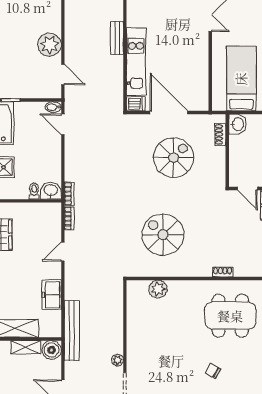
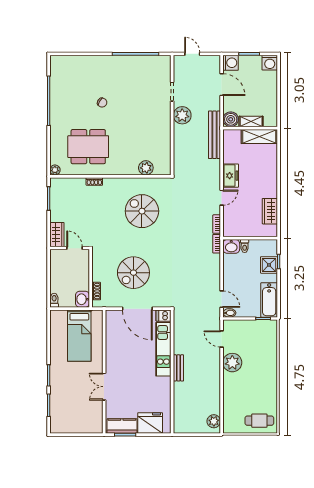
spiral stairs: (163, 235) -> (142, 211), turned 180
freezer: (52, 295) -> (231, 176), moved
plant: (117, 360) -> (182, 115), width x1.88, depth x1.88

